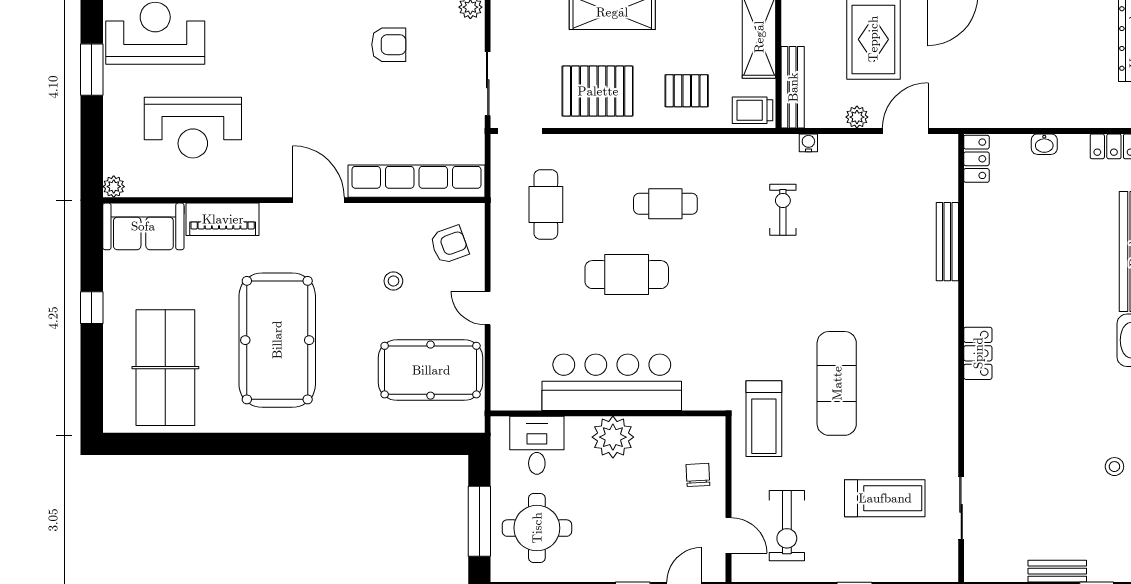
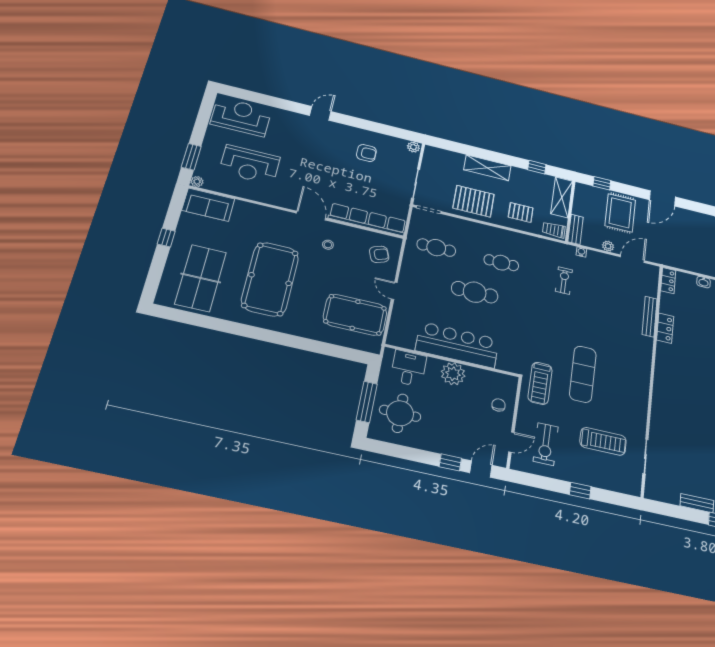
window: (92, 70) -> (191, 157), moved
bench: (793, 87) -> (576, 229), width x0.73
cafe table: (546, 204) -> (436, 248), turned 90
piano: (223, 219) -> (254, 212), removed
stool: (393, 281) -> (328, 245), moved
locker: (978, 353) -> (665, 328), moved
door: (728, 535) -> (511, 442), hinge flipped

